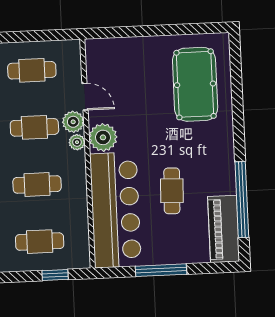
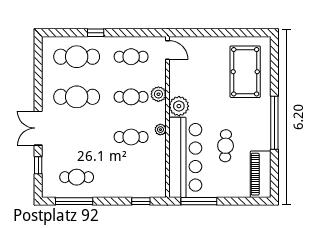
door: (85, 97) -> (168, 50), moved
plant: (77, 142) -> (160, 130), moved
window: (242, 200) -> (274, 123), moved
cafe table: (40, 242) -> (131, 177), removed
window: (161, 270) -> (199, 201), moved

